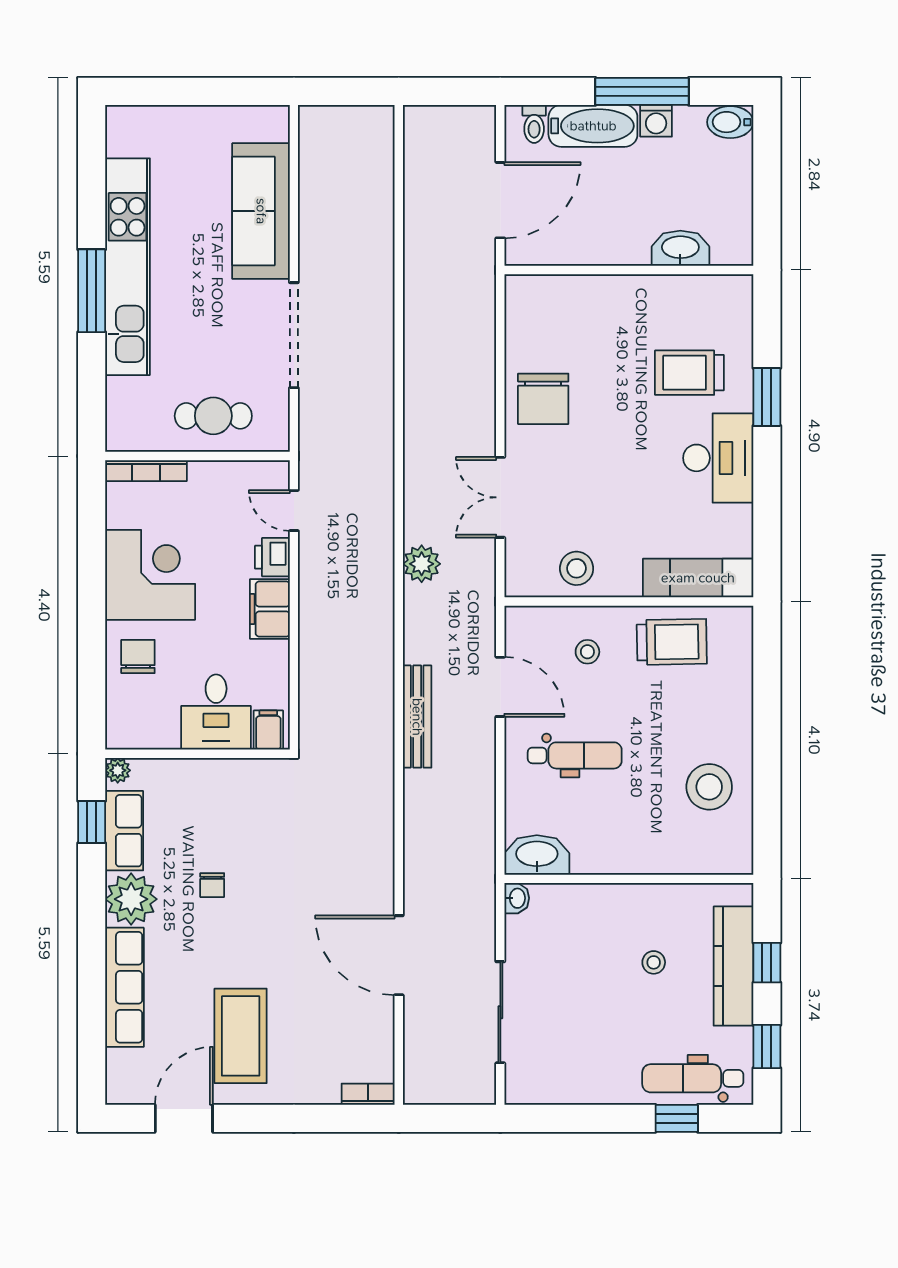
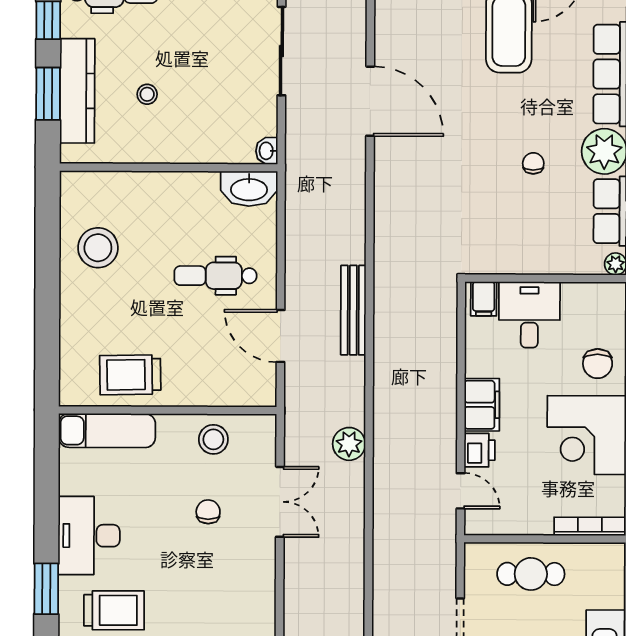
chair: (543, 399) -> (208, 512), moved, width x0.54, depth x0.54
stool: (587, 652) -> (204, 366), removed
window: (767, 963) -> (48, 94), width x1.50

